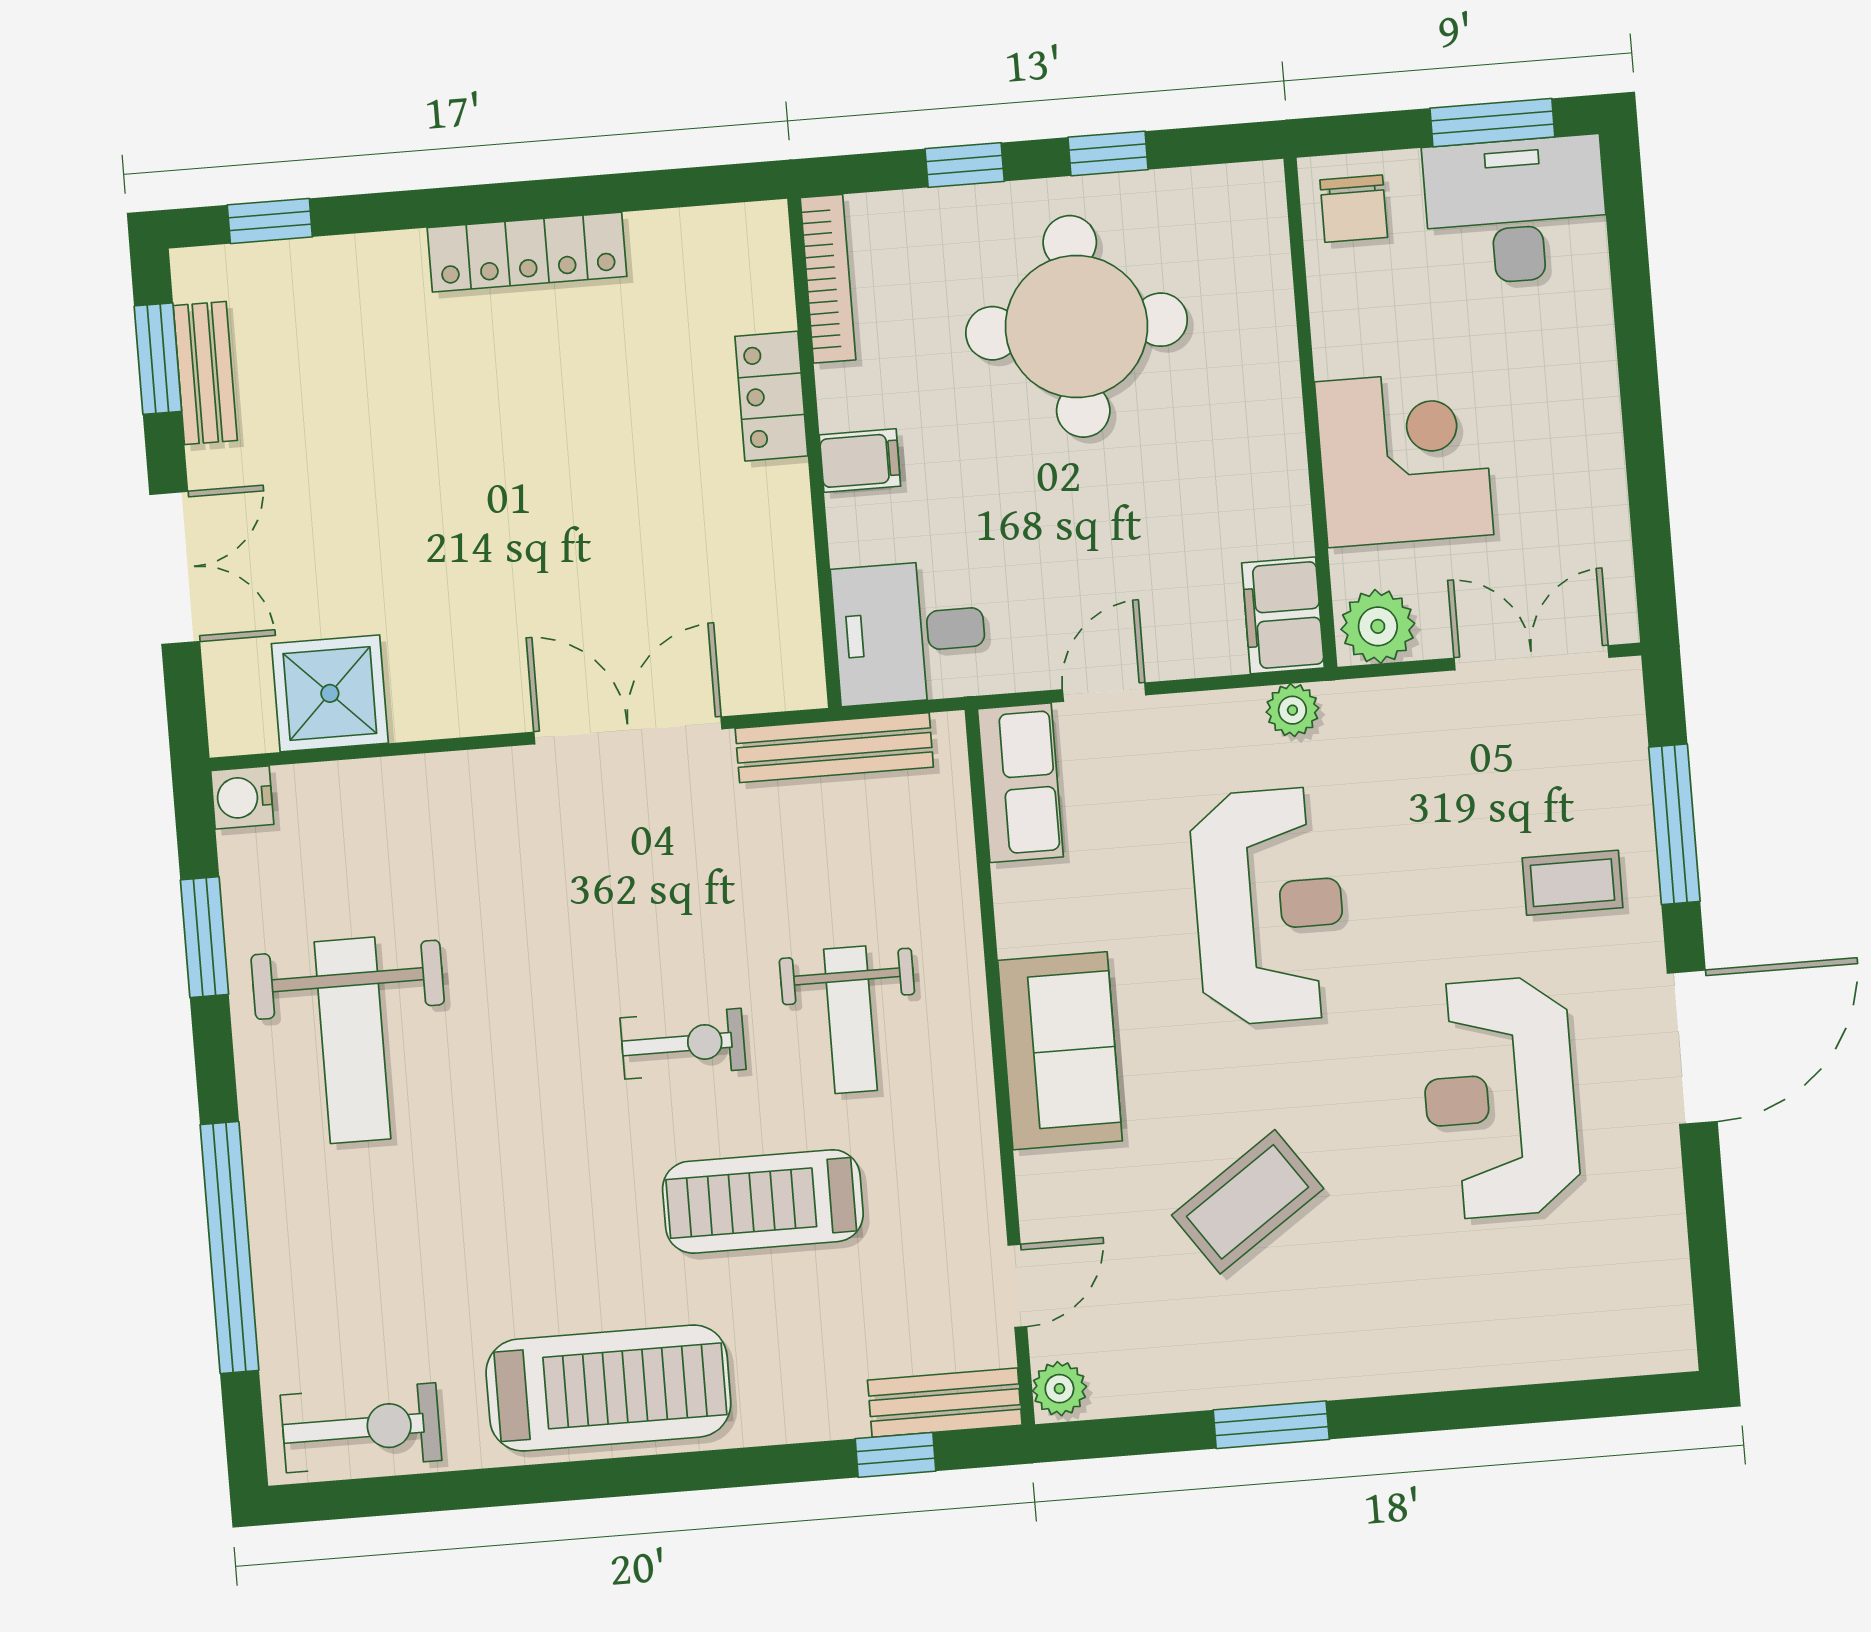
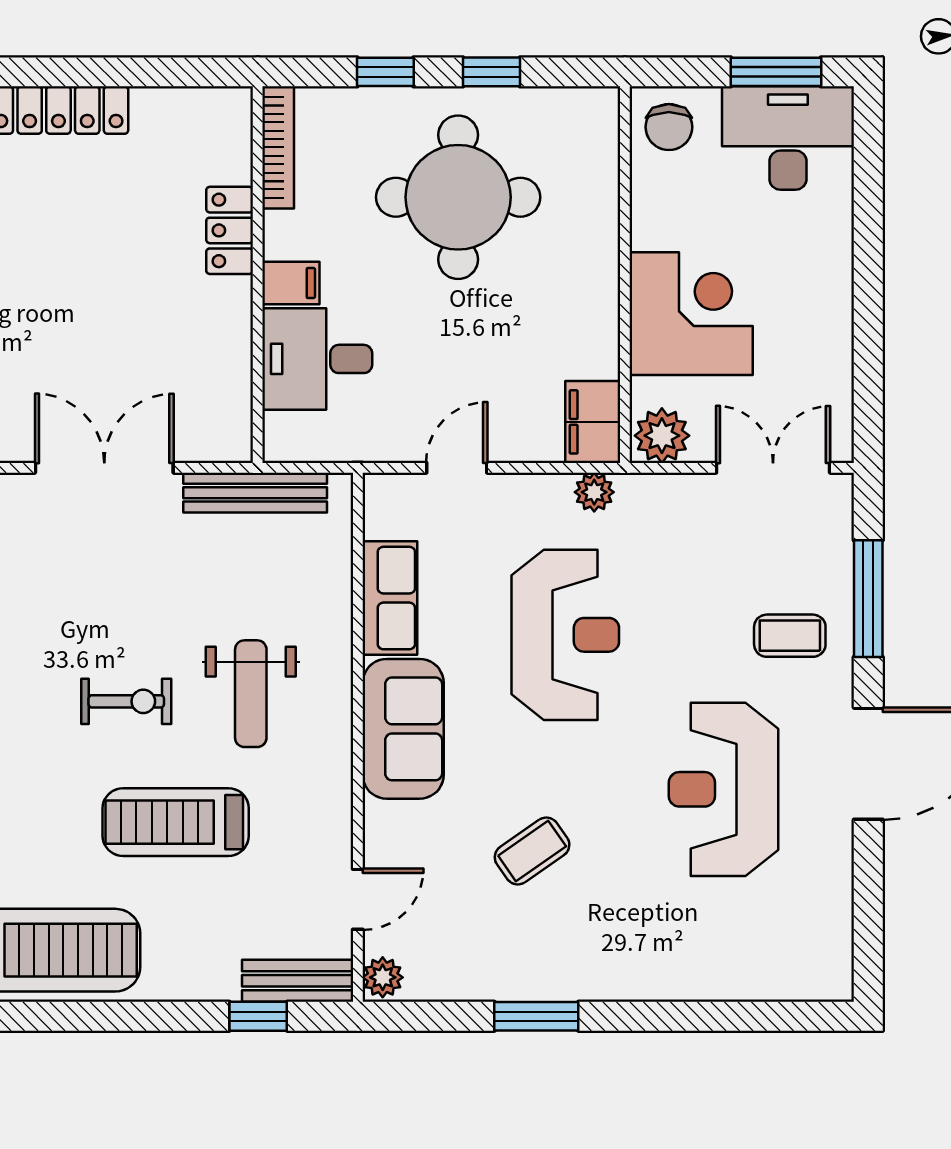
desk: (910, 632) -> (317, 359), moved
row of seats: (1020, 783) -> (390, 598), moved
coffee table: (1248, 1202) -> (532, 851), width x0.73, depth x0.77

